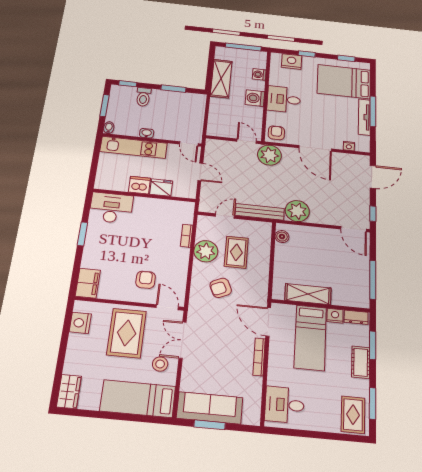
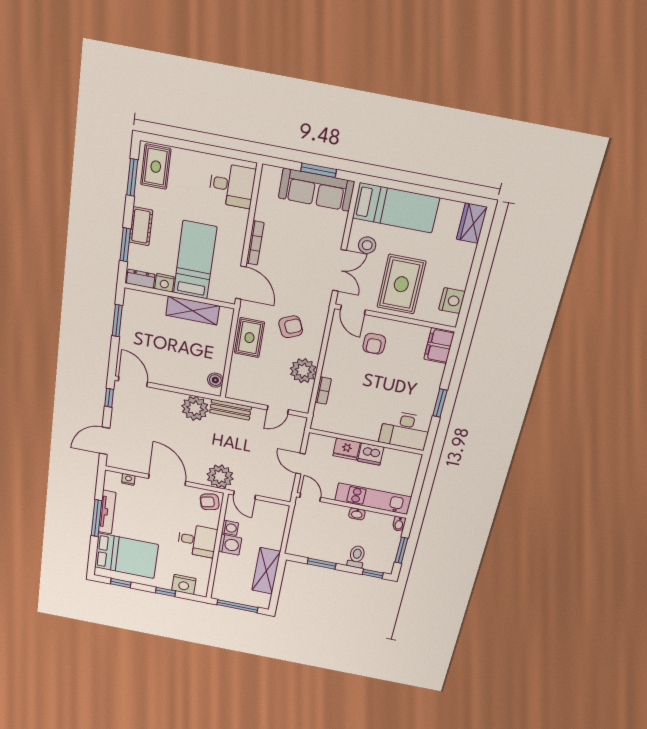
washing machine: (259, 74) -> (230, 528), moved
armchair: (276, 133) -> (210, 502), turned 77
bench: (260, 212) -> (230, 410), width x0.73
rug: (236, 252) -> (249, 338), moved
window: (373, 280) -> (117, 321), width x0.69

